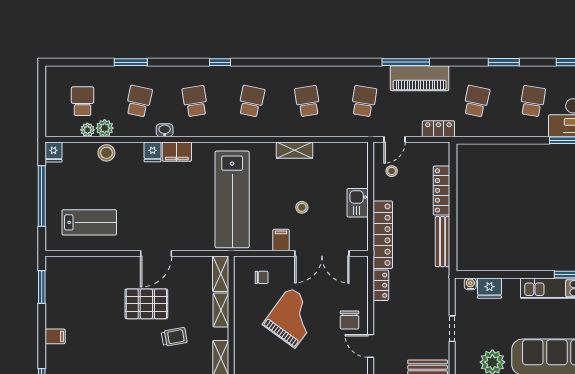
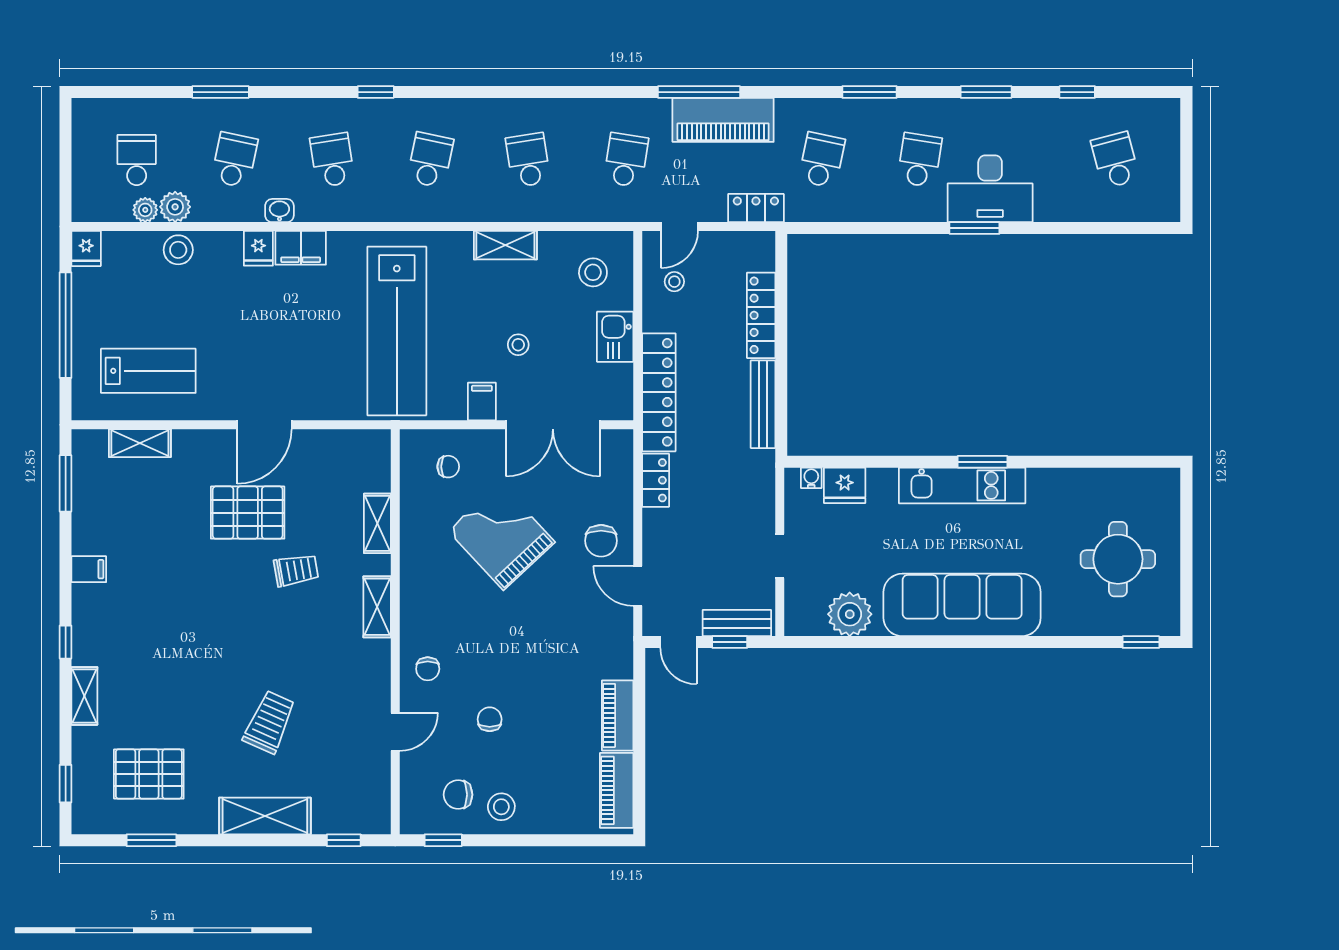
stool: (345, 166) -> (593, 272), added
shelving: (221, 274) -> (140, 443), moved, turned 90
grand piano: (292, 318) -> (501, 536), turned -79

